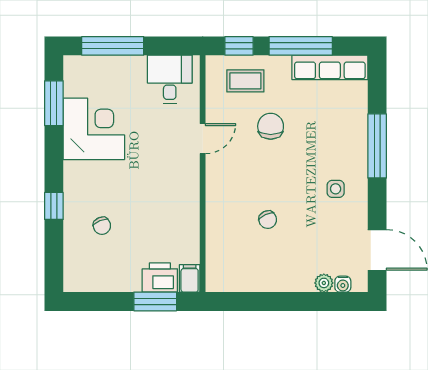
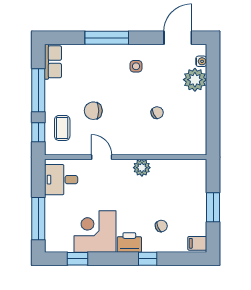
row of seats: (330, 67) -> (53, 62), width x0.68
window: (54, 103) -> (77, 259), width x0.67
plant: (187, 197) -> (142, 168), added
printer: (160, 278) -> (129, 243), moved, turned 90
filing cabinet: (190, 278) -> (197, 243), moved
plant: (324, 283) -> (195, 80), width x1.87, depth x1.87
window: (155, 301) -> (213, 207), moved

